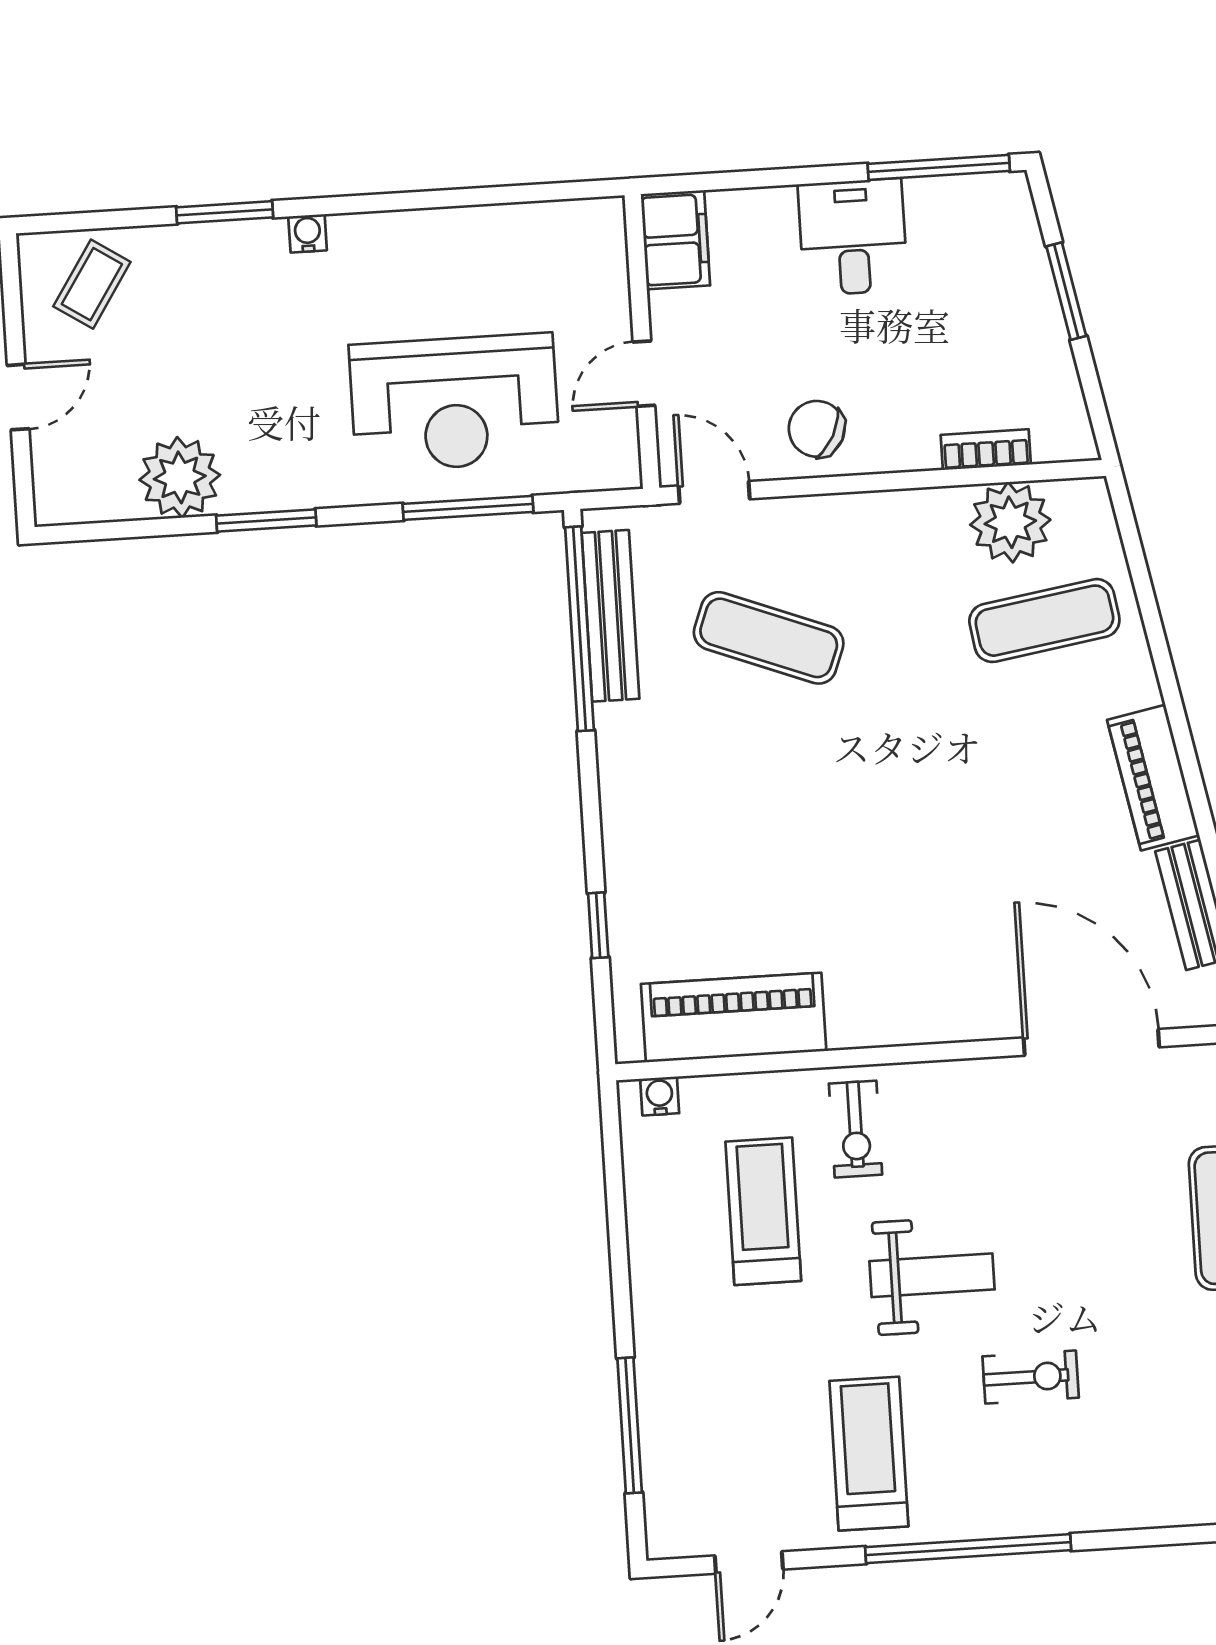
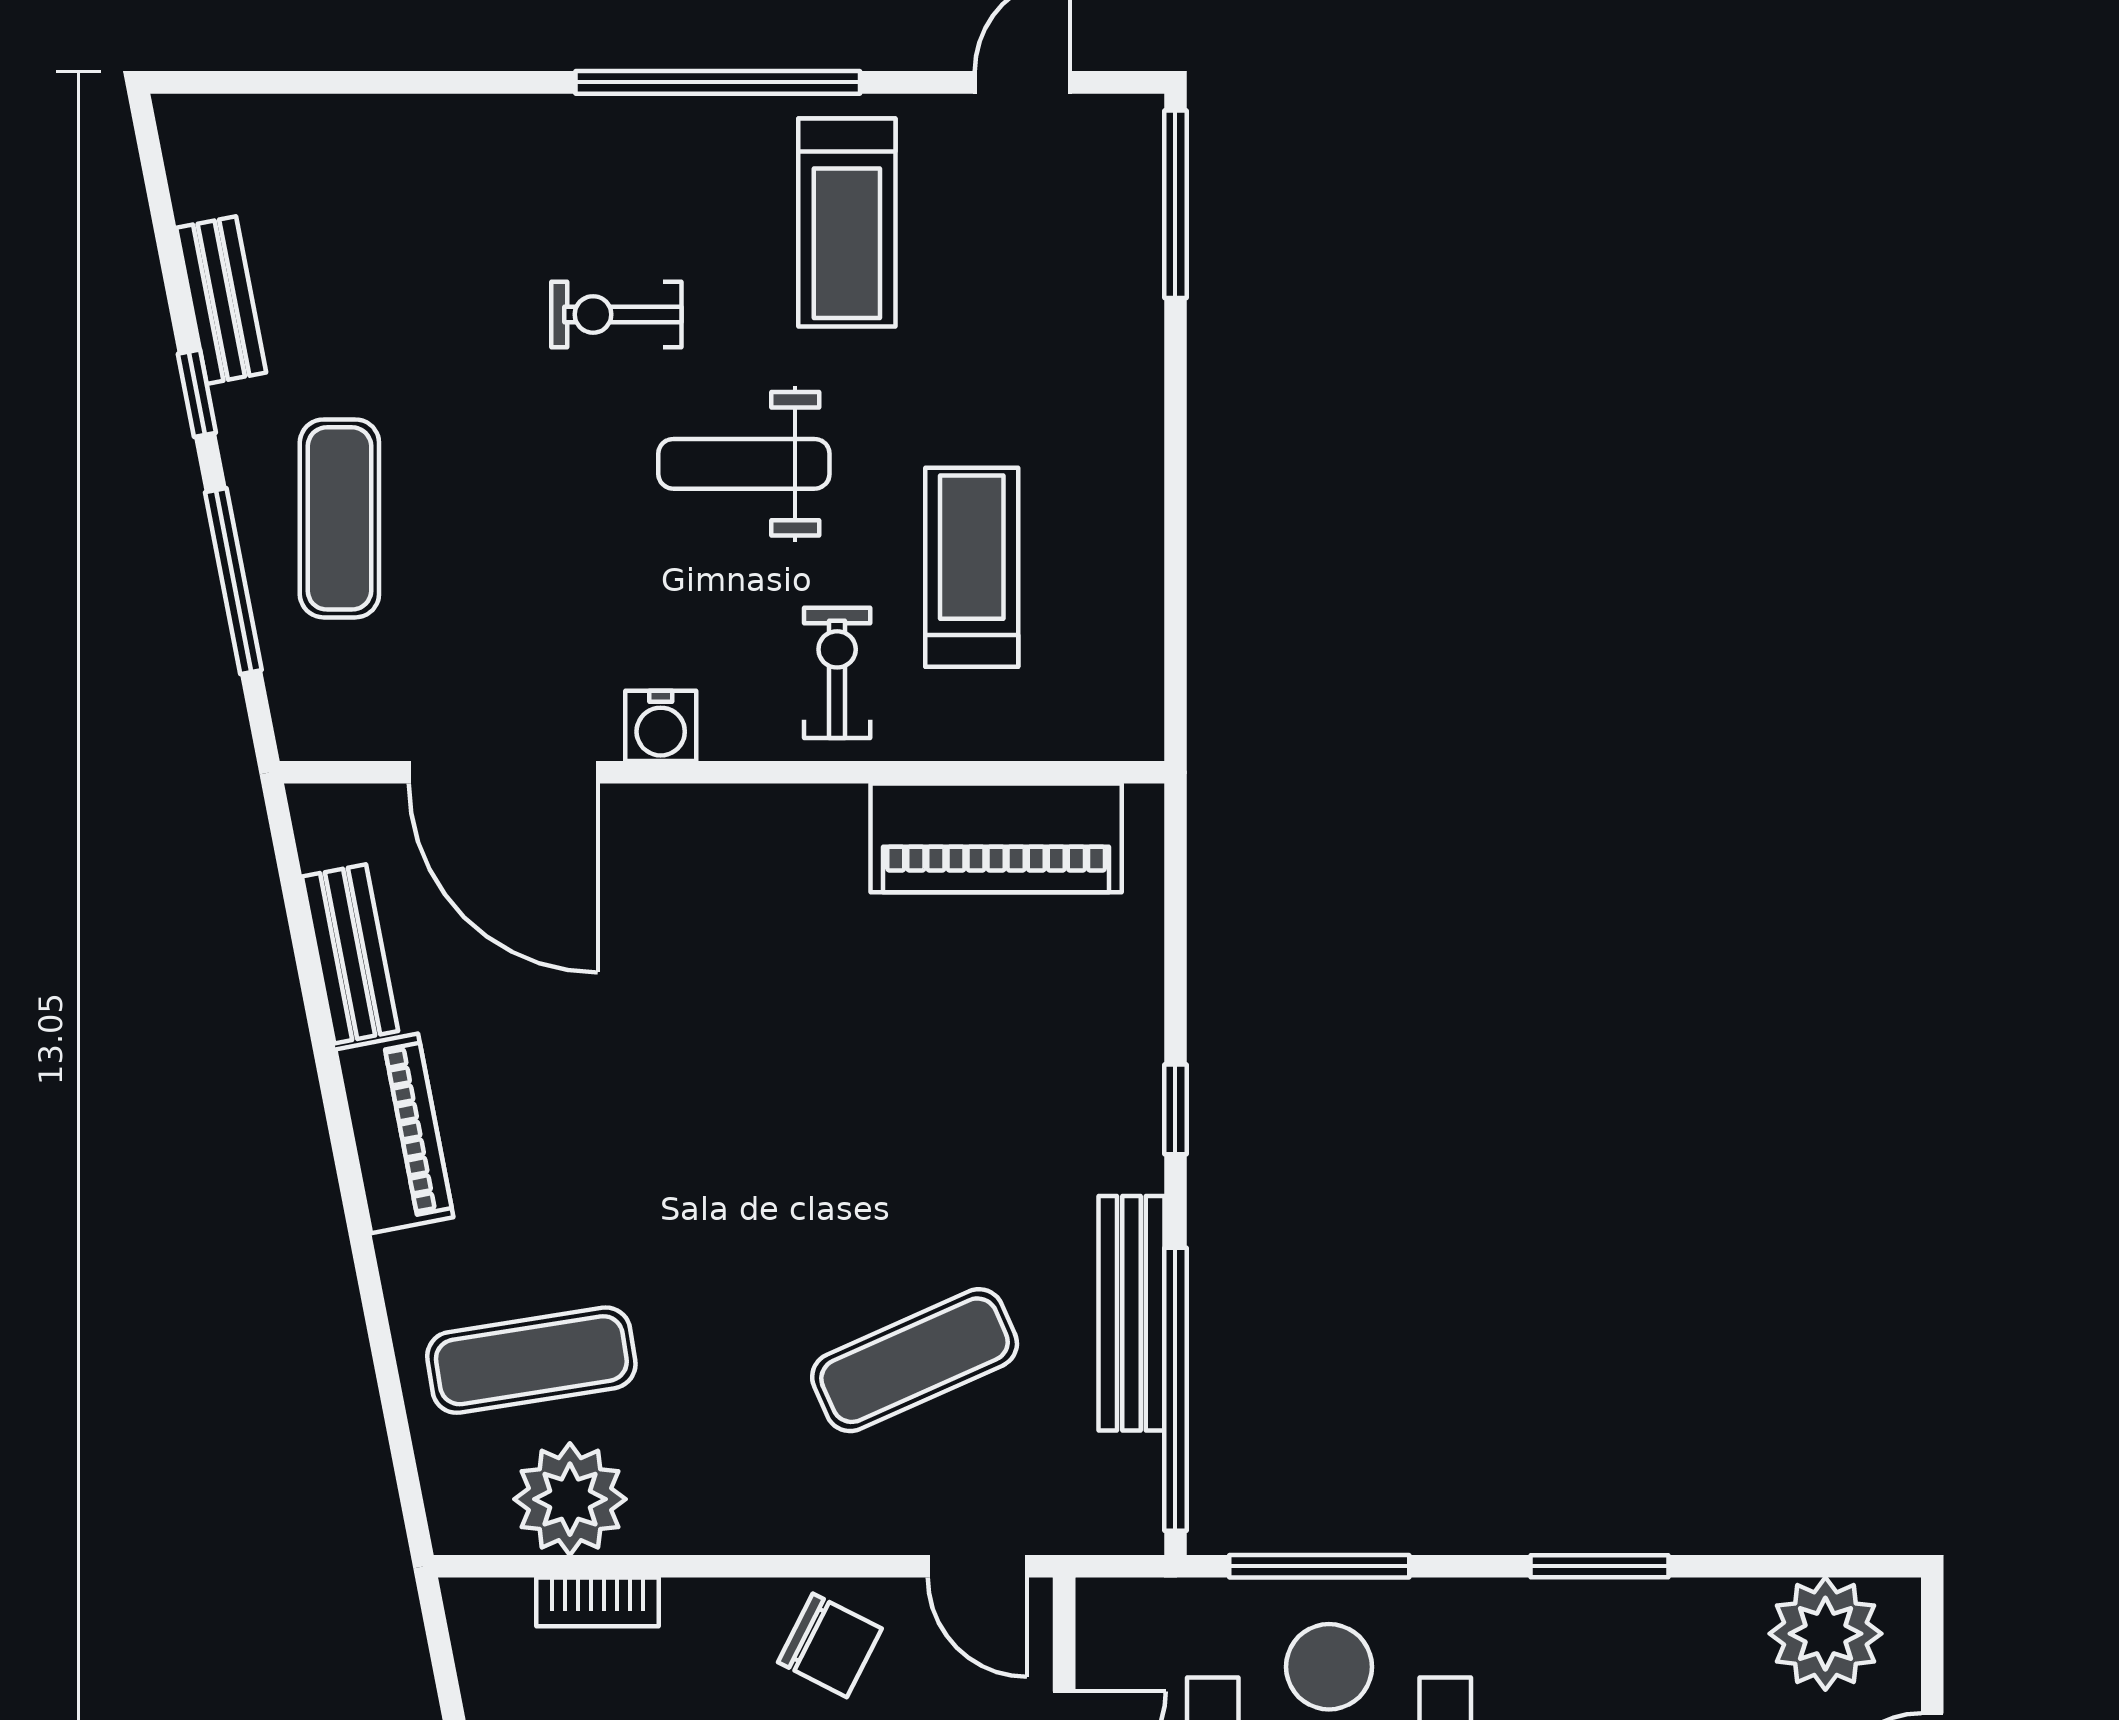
plant: (180, 477) -> (1825, 1634), moved
bench: (611, 616) -> (1131, 1313), moved
exercise mat: (769, 638) -> (915, 1360), turned -45
window: (598, 925) -> (1175, 1109), moved
water cooler: (660, 1096) -> (661, 726), moved, width x1.38, depth x1.38
treadmill: (763, 1211) -> (972, 567), turned 180
window: (630, 1425) -> (1175, 204), moved

